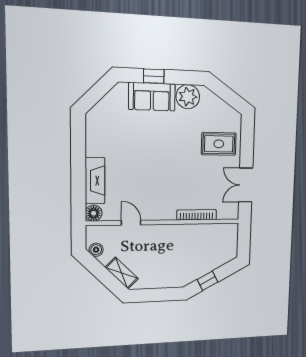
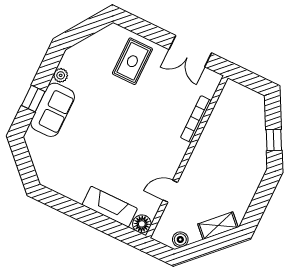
plant: (188, 97) -> (61, 75), width x0.53, depth x0.53

